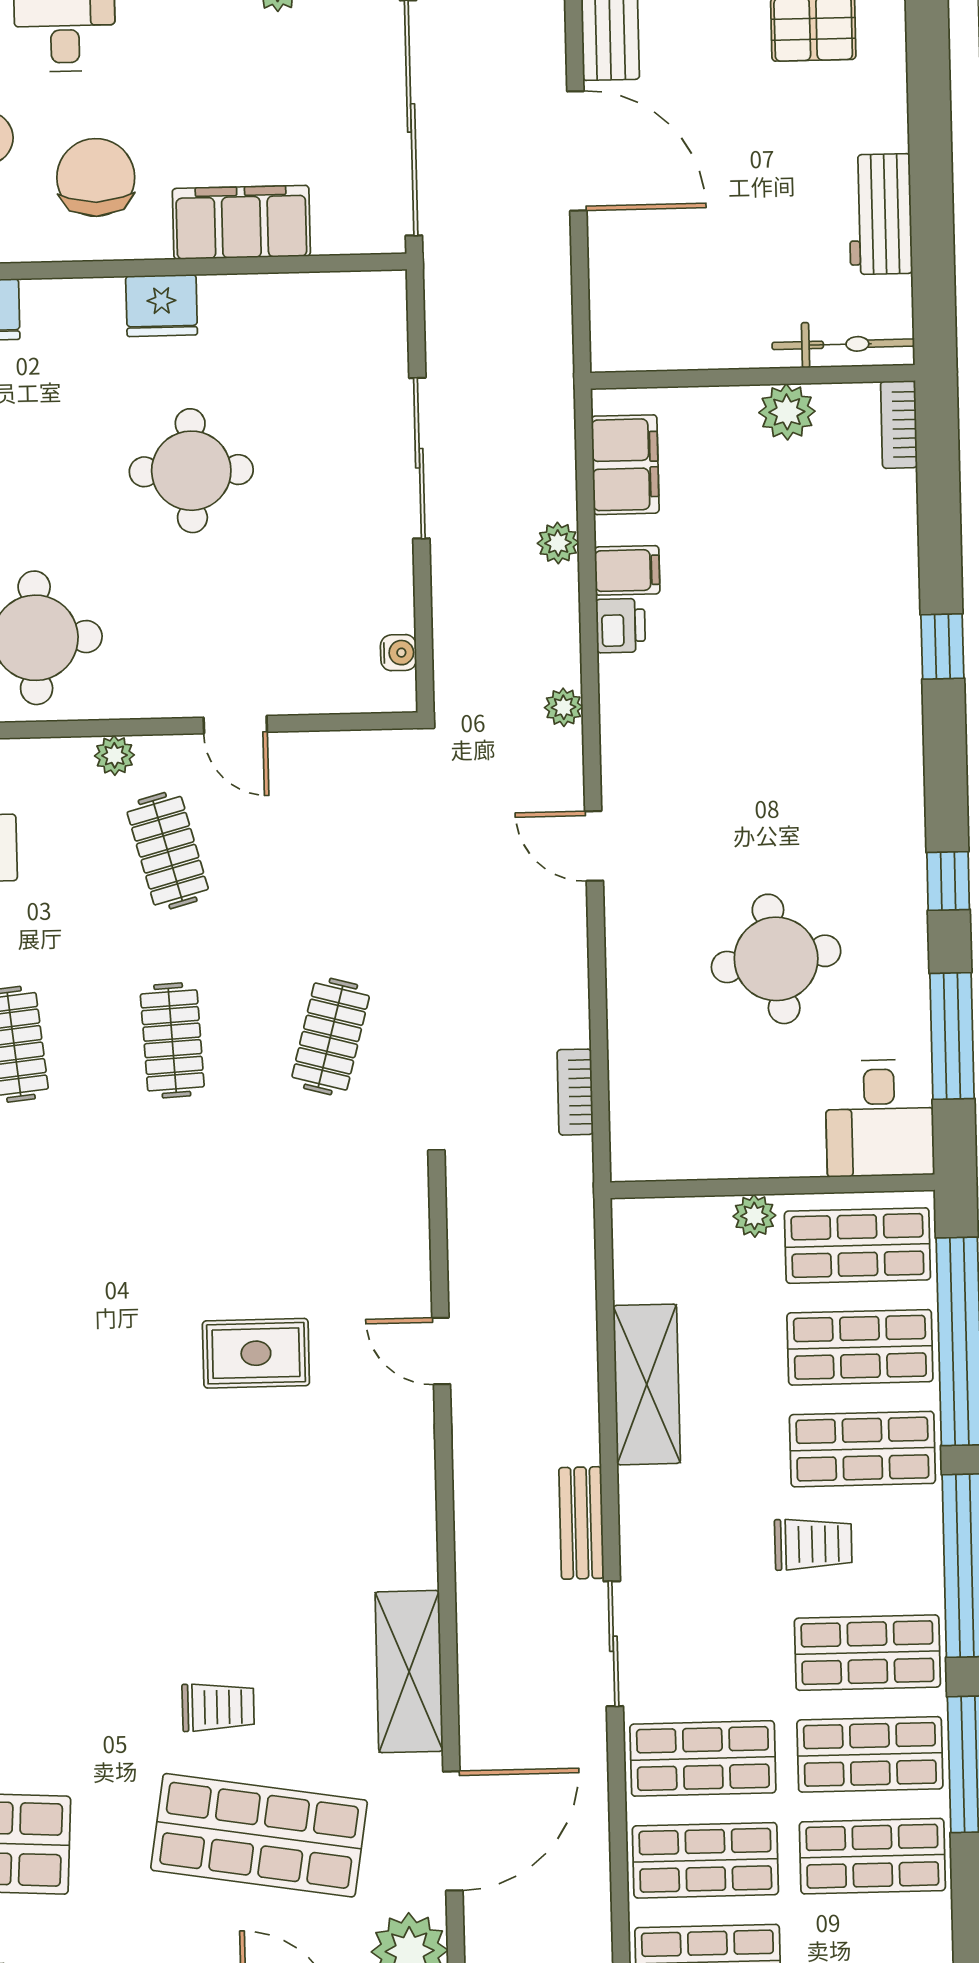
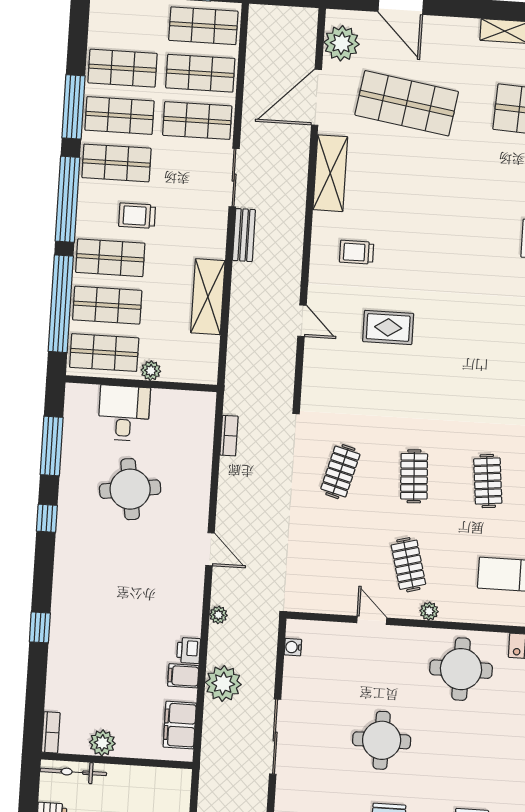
plant: (558, 543) -> (223, 684), width x1.88, depth x1.88
desk: (880, 1118) -> (124, 413), moved
trolley: (218, 1707) -> (357, 252), moved

